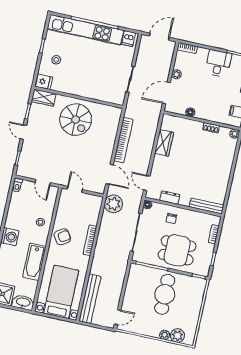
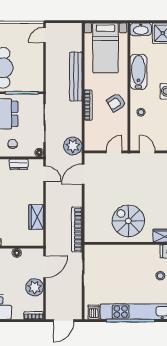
plant: (176, 74) -> (35, 287), width x1.87, depth x1.87
bookcase: (123, 140) -> (77, 230), moved
door: (110, 174) -> (83, 174), hinge flipped
door: (75, 189) -> (114, 152), swing flipped
bench: (90, 299) -> (76, 77), moved

